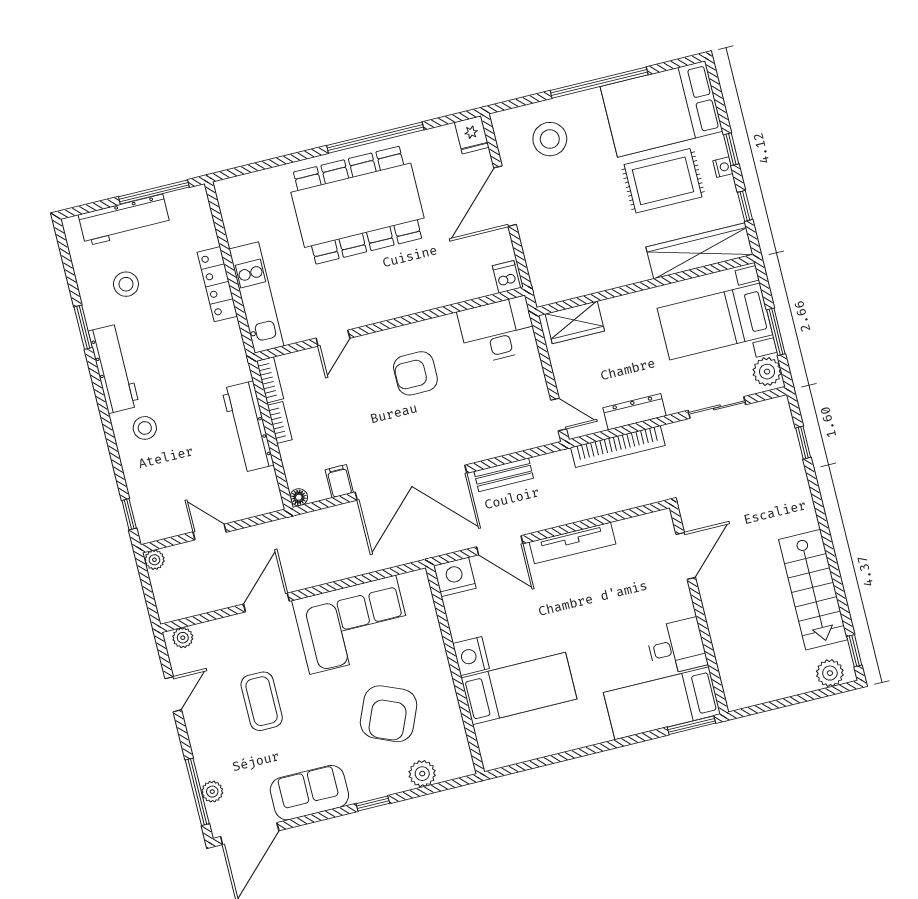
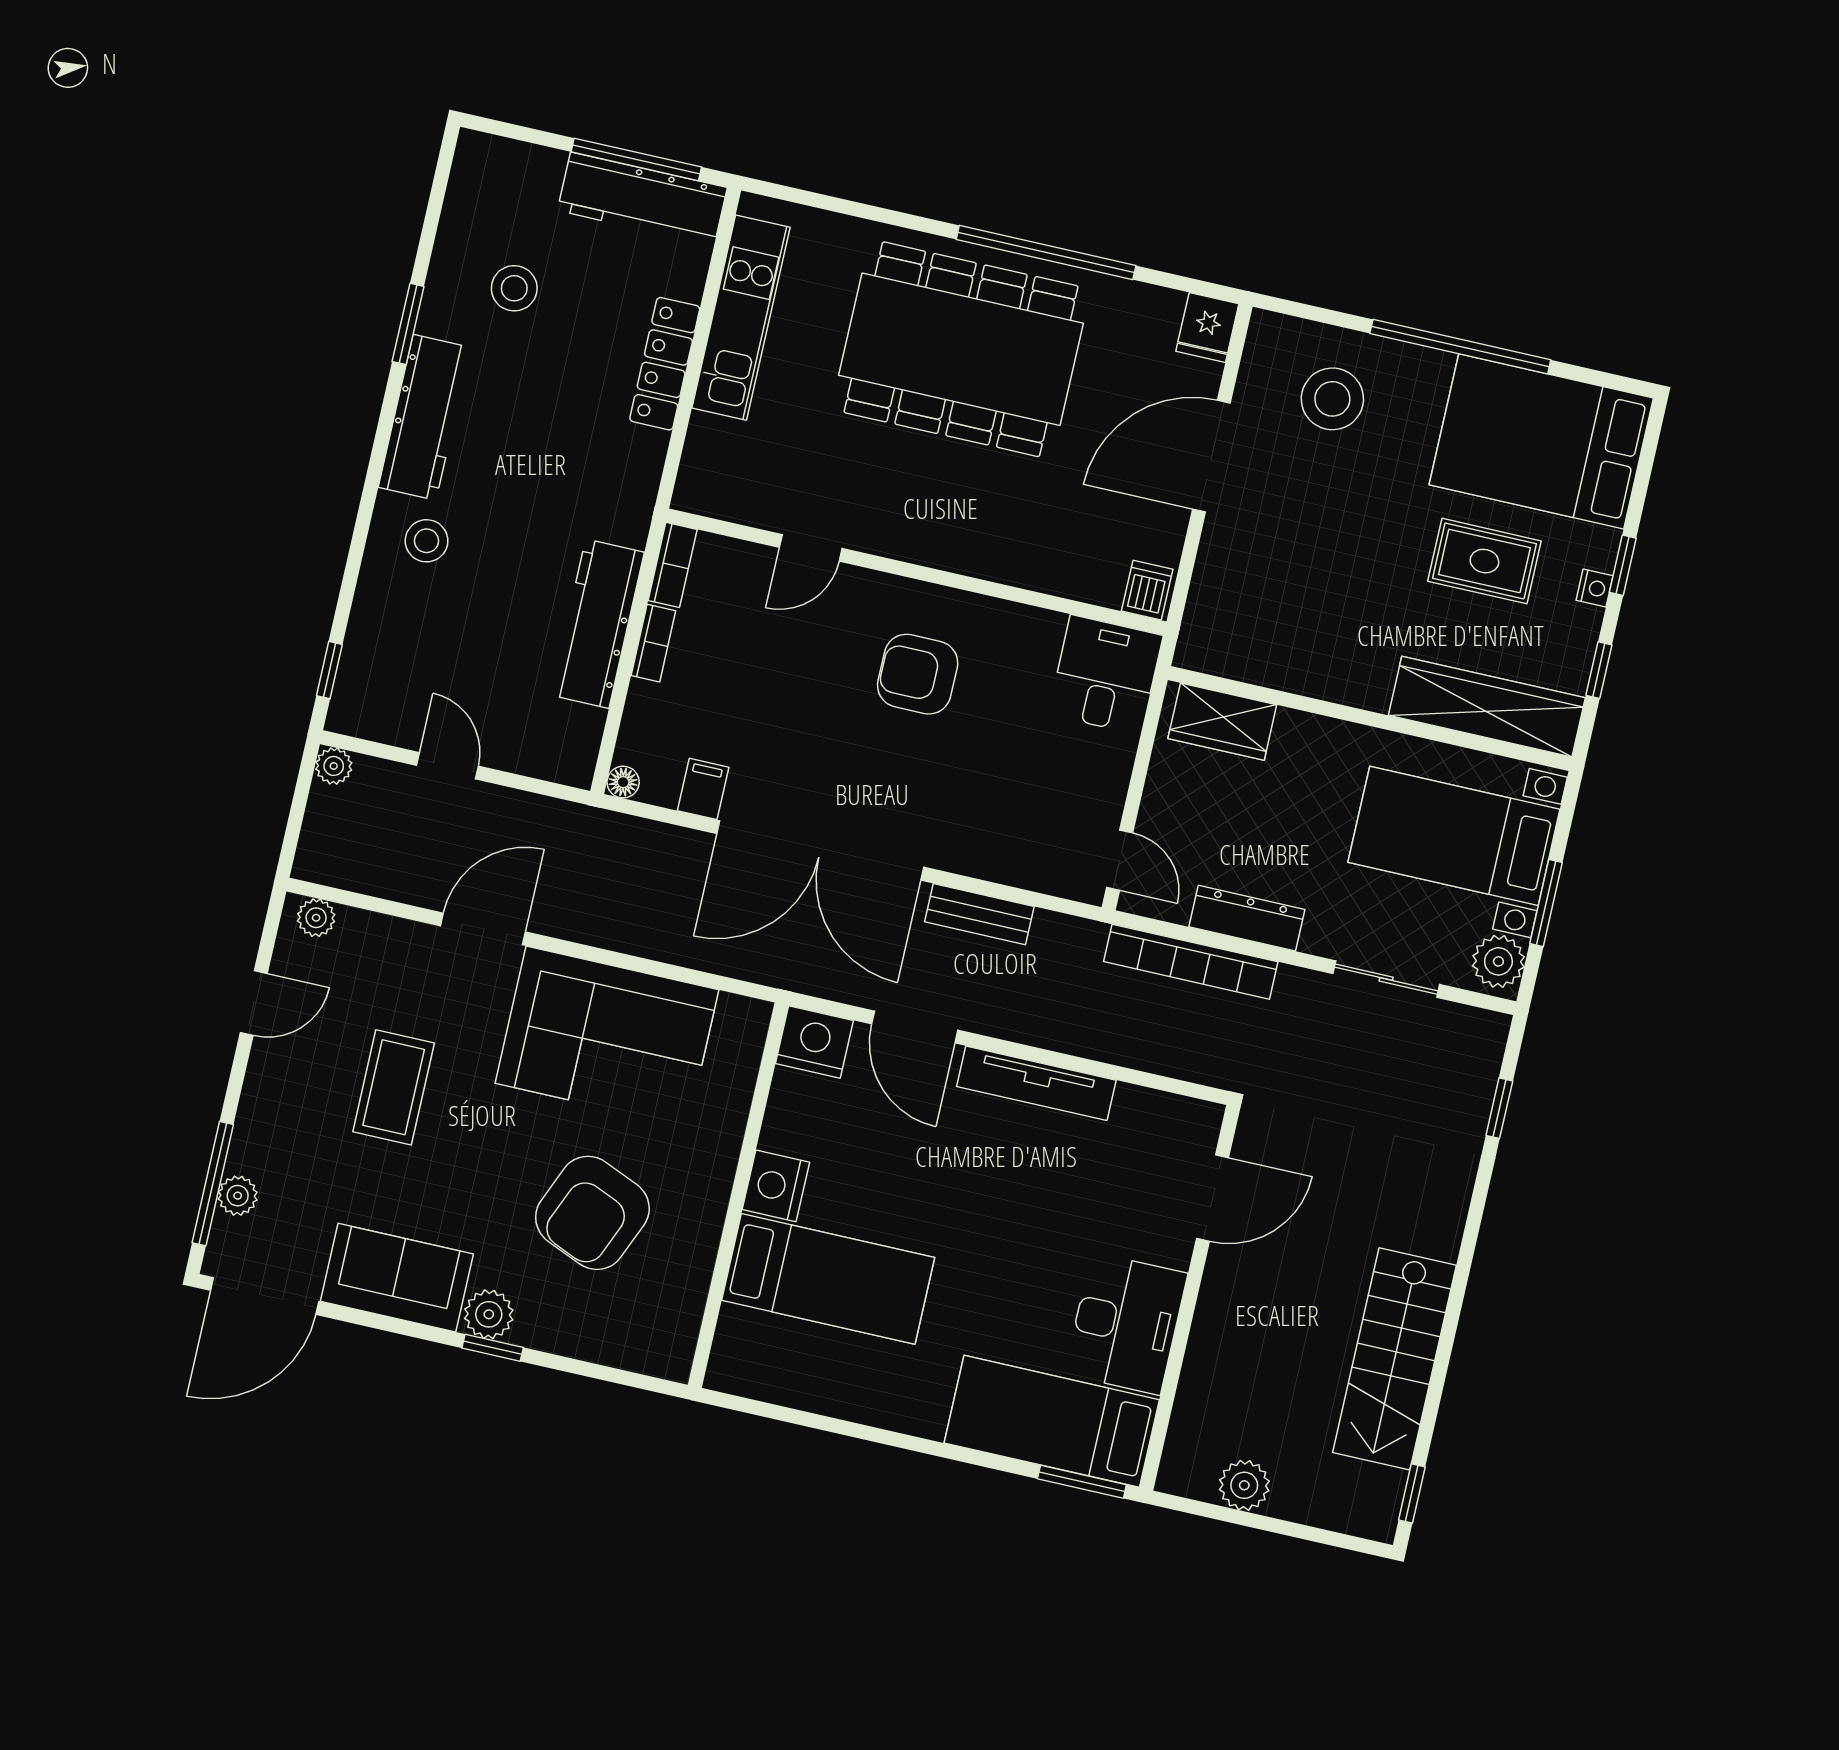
rug: (663, 181) -> (1484, 561), width x0.73, depth x0.70
workbench: (124, 220) -> (642, 199), moved
kitchen unit: (256, 298) -> (741, 318), moved
desk: (497, 330) -> (1106, 675), width x0.73
desk: (677, 647) -> (1126, 1324), width x1.37
plant: (830, 673) -> (1244, 1485), moved
plant: (422, 774) -> (489, 1314), moved

